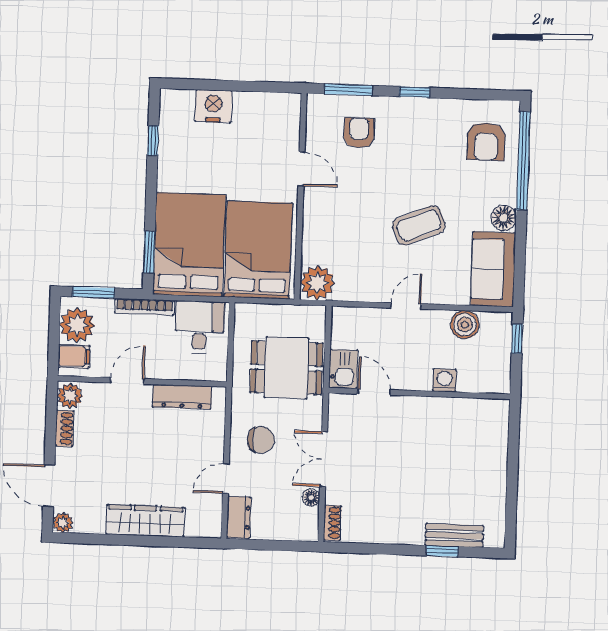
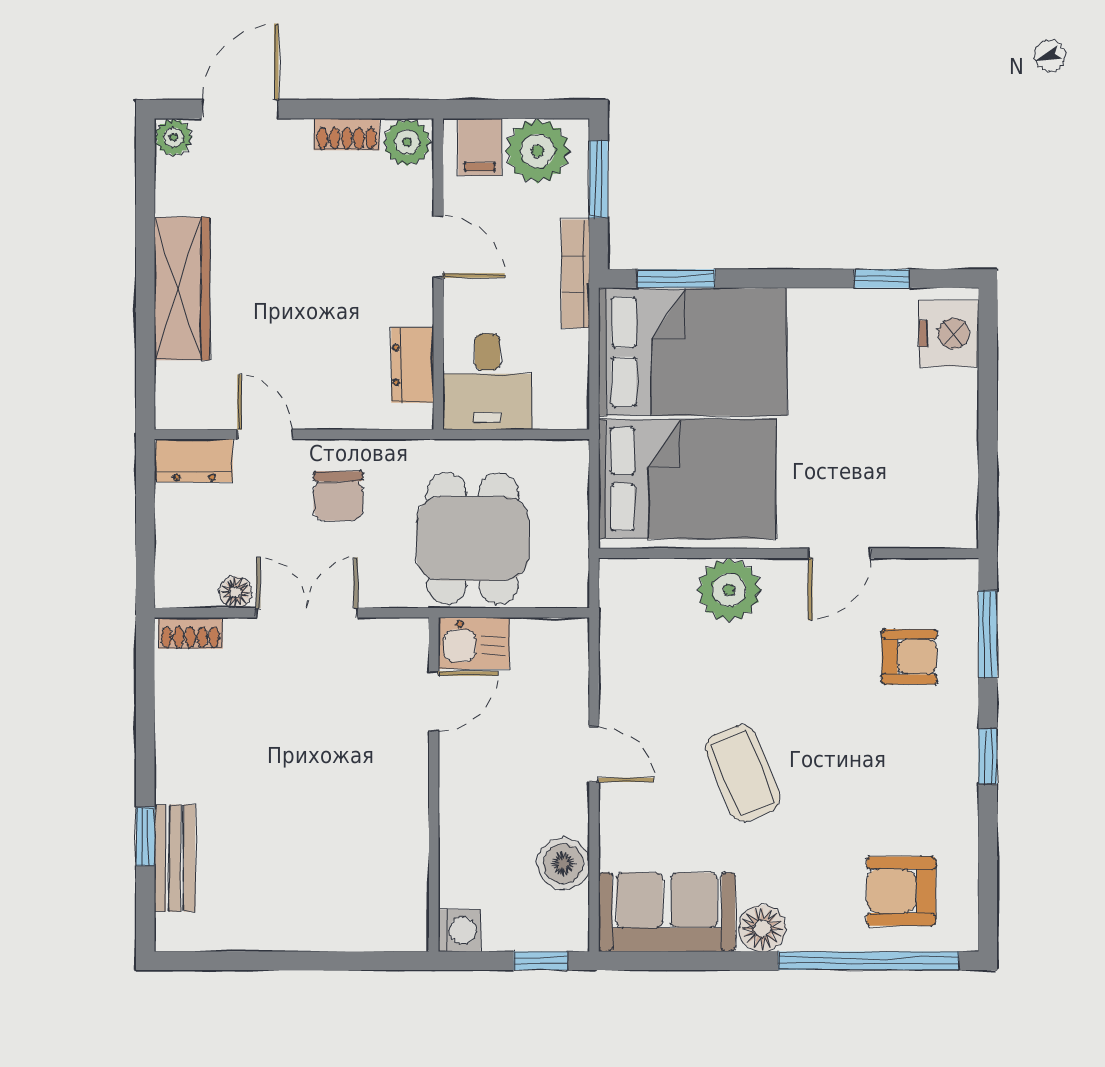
nightstand: (213, 106) -> (949, 333), moved
plant: (317, 283) -> (729, 590), moved
desk: (200, 327) -> (487, 382), moved, turned 90
washing machine: (444, 380) -> (459, 930), moved
dresser: (182, 397) -> (413, 365), width x0.70

